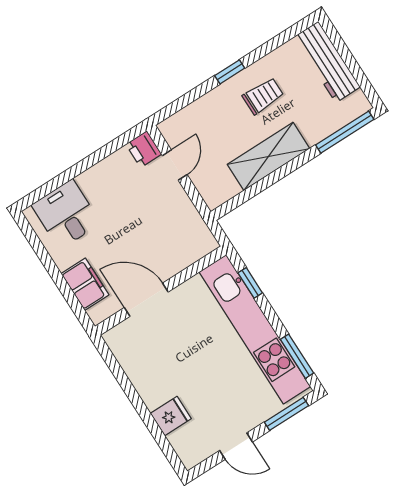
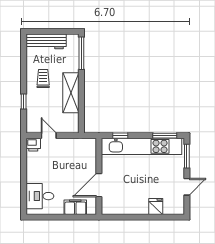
window: (230, 72) -> (24, 102), moved

